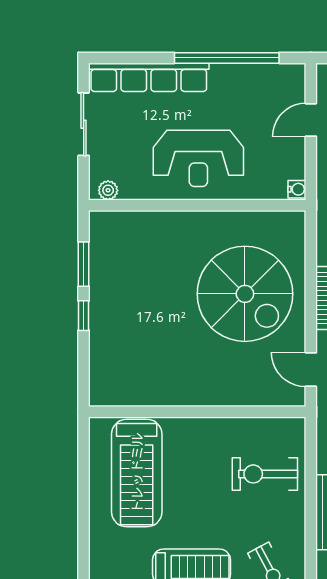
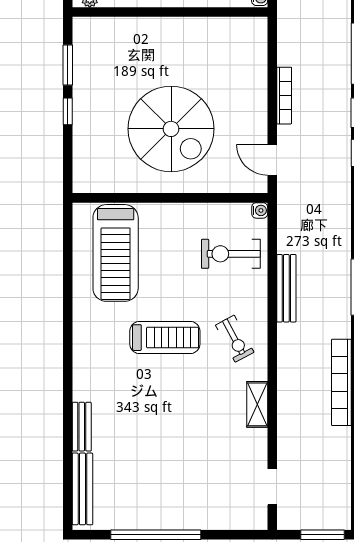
spiral stairs: (245, 294) -> (171, 129), moved
water cooler: (297, 426) -> (260, 210), added

